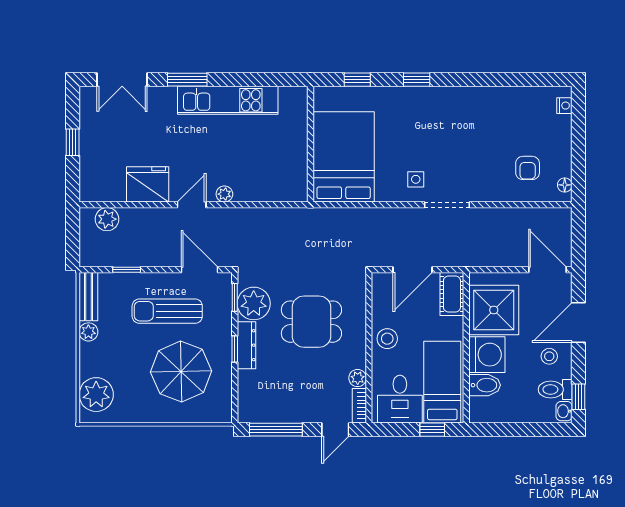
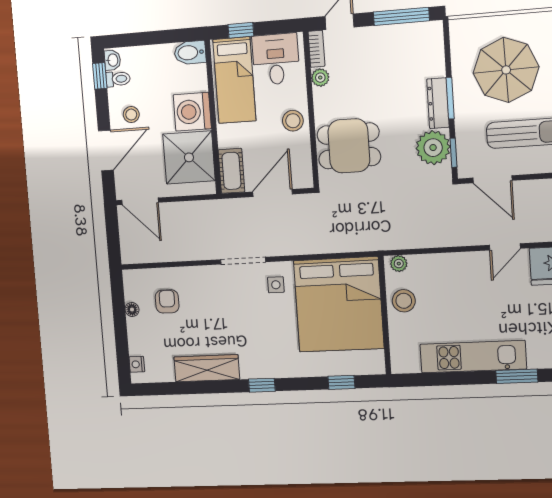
window: (417, 80) -> (262, 385), moved
wardrobe: (492, 99) -> (207, 368), added
bed: (344, 157) -> (339, 304), width x1.36
stool: (291, 158) -> (404, 301), added
floor lamp: (565, 185) -> (132, 310), moved
plant: (224, 194) -> (399, 264), moved
dining table: (311, 322) -> (349, 146), moved
window: (235, 349) -> (450, 98), width x1.50
bidet: (485, 385) -> (190, 53), moved
toilet: (555, 389) -> (118, 79), width x0.73, depth x0.72

